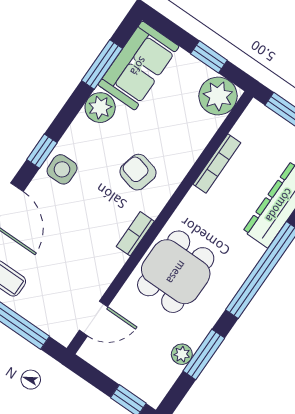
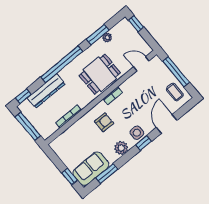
window: (209, 57) -> (70, 177), moved
plant: (218, 96) -> (60, 146), removed
plant: (100, 108) -> (121, 148), moved
armchair: (138, 172) -> (104, 122), turned -104

